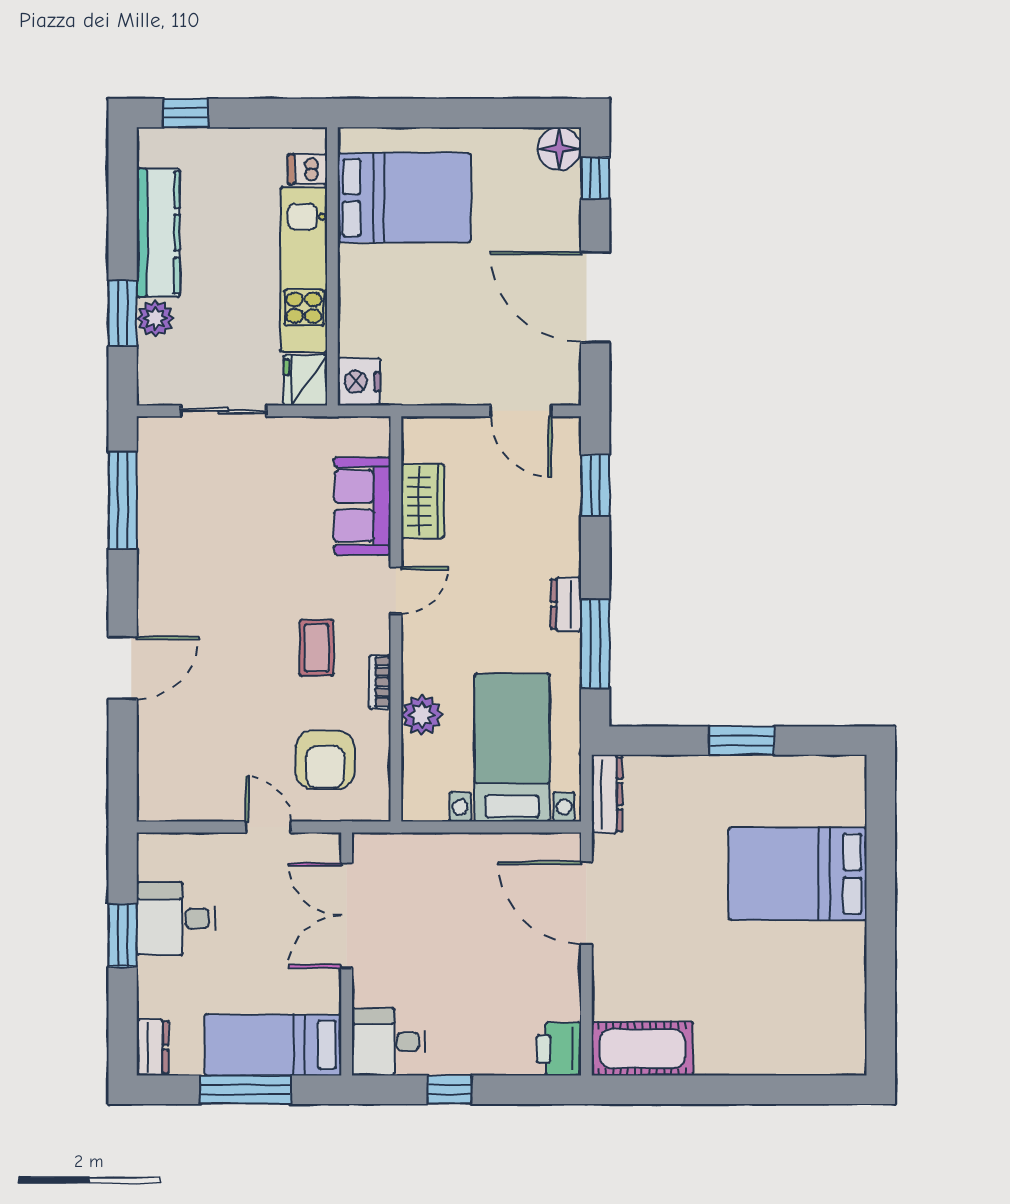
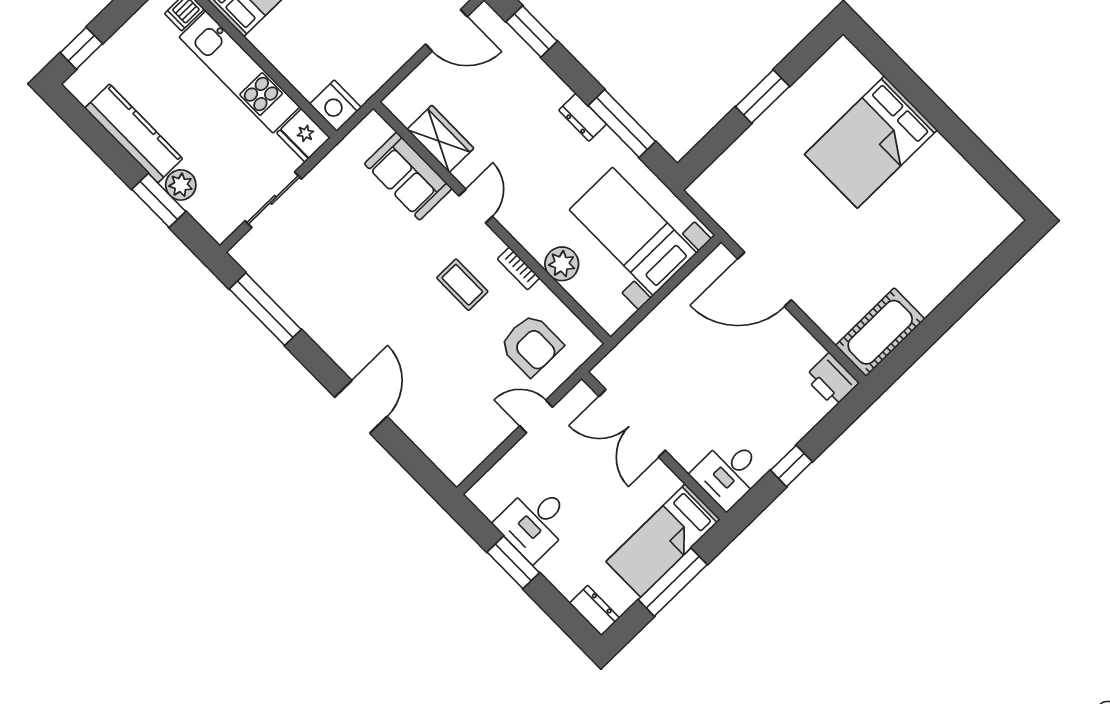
dresser: (607, 794) -> (715, 204), removed

